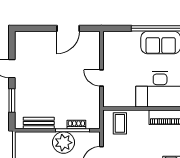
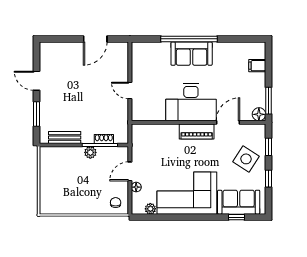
coffee table: (120, 123) -> (149, 138), removed
plant: (63, 143) -> (90, 152), width x0.53, depth x0.53

